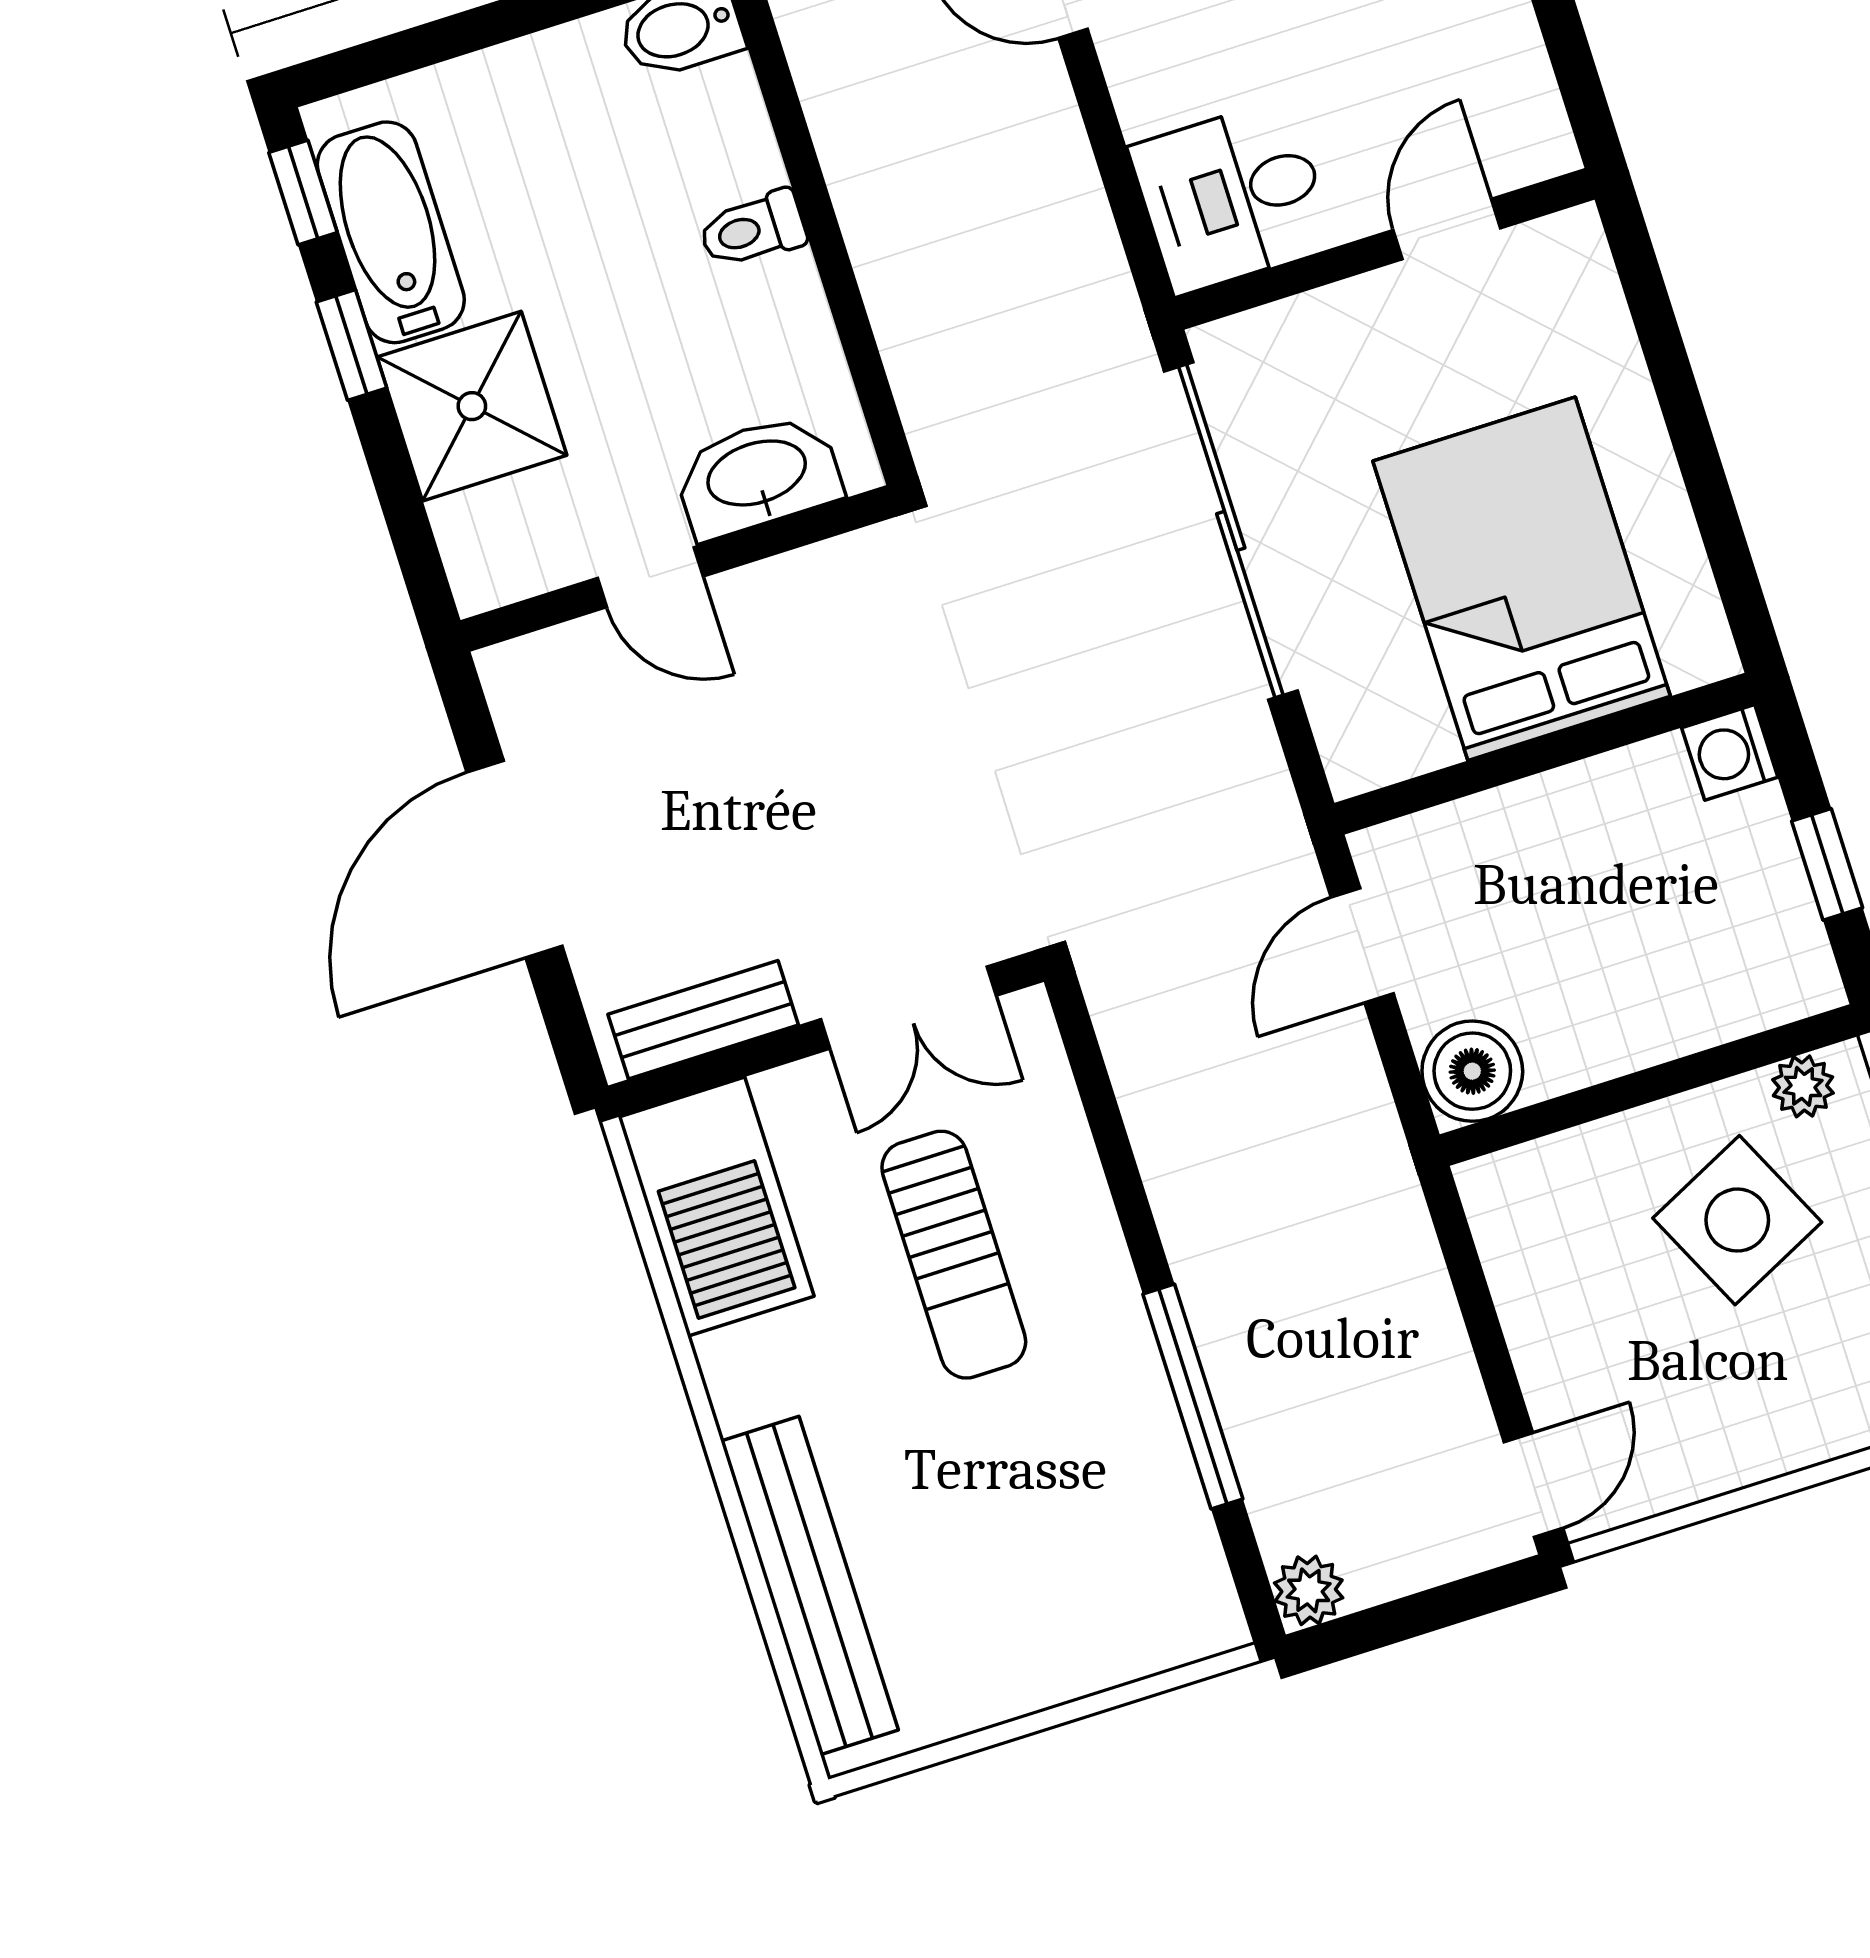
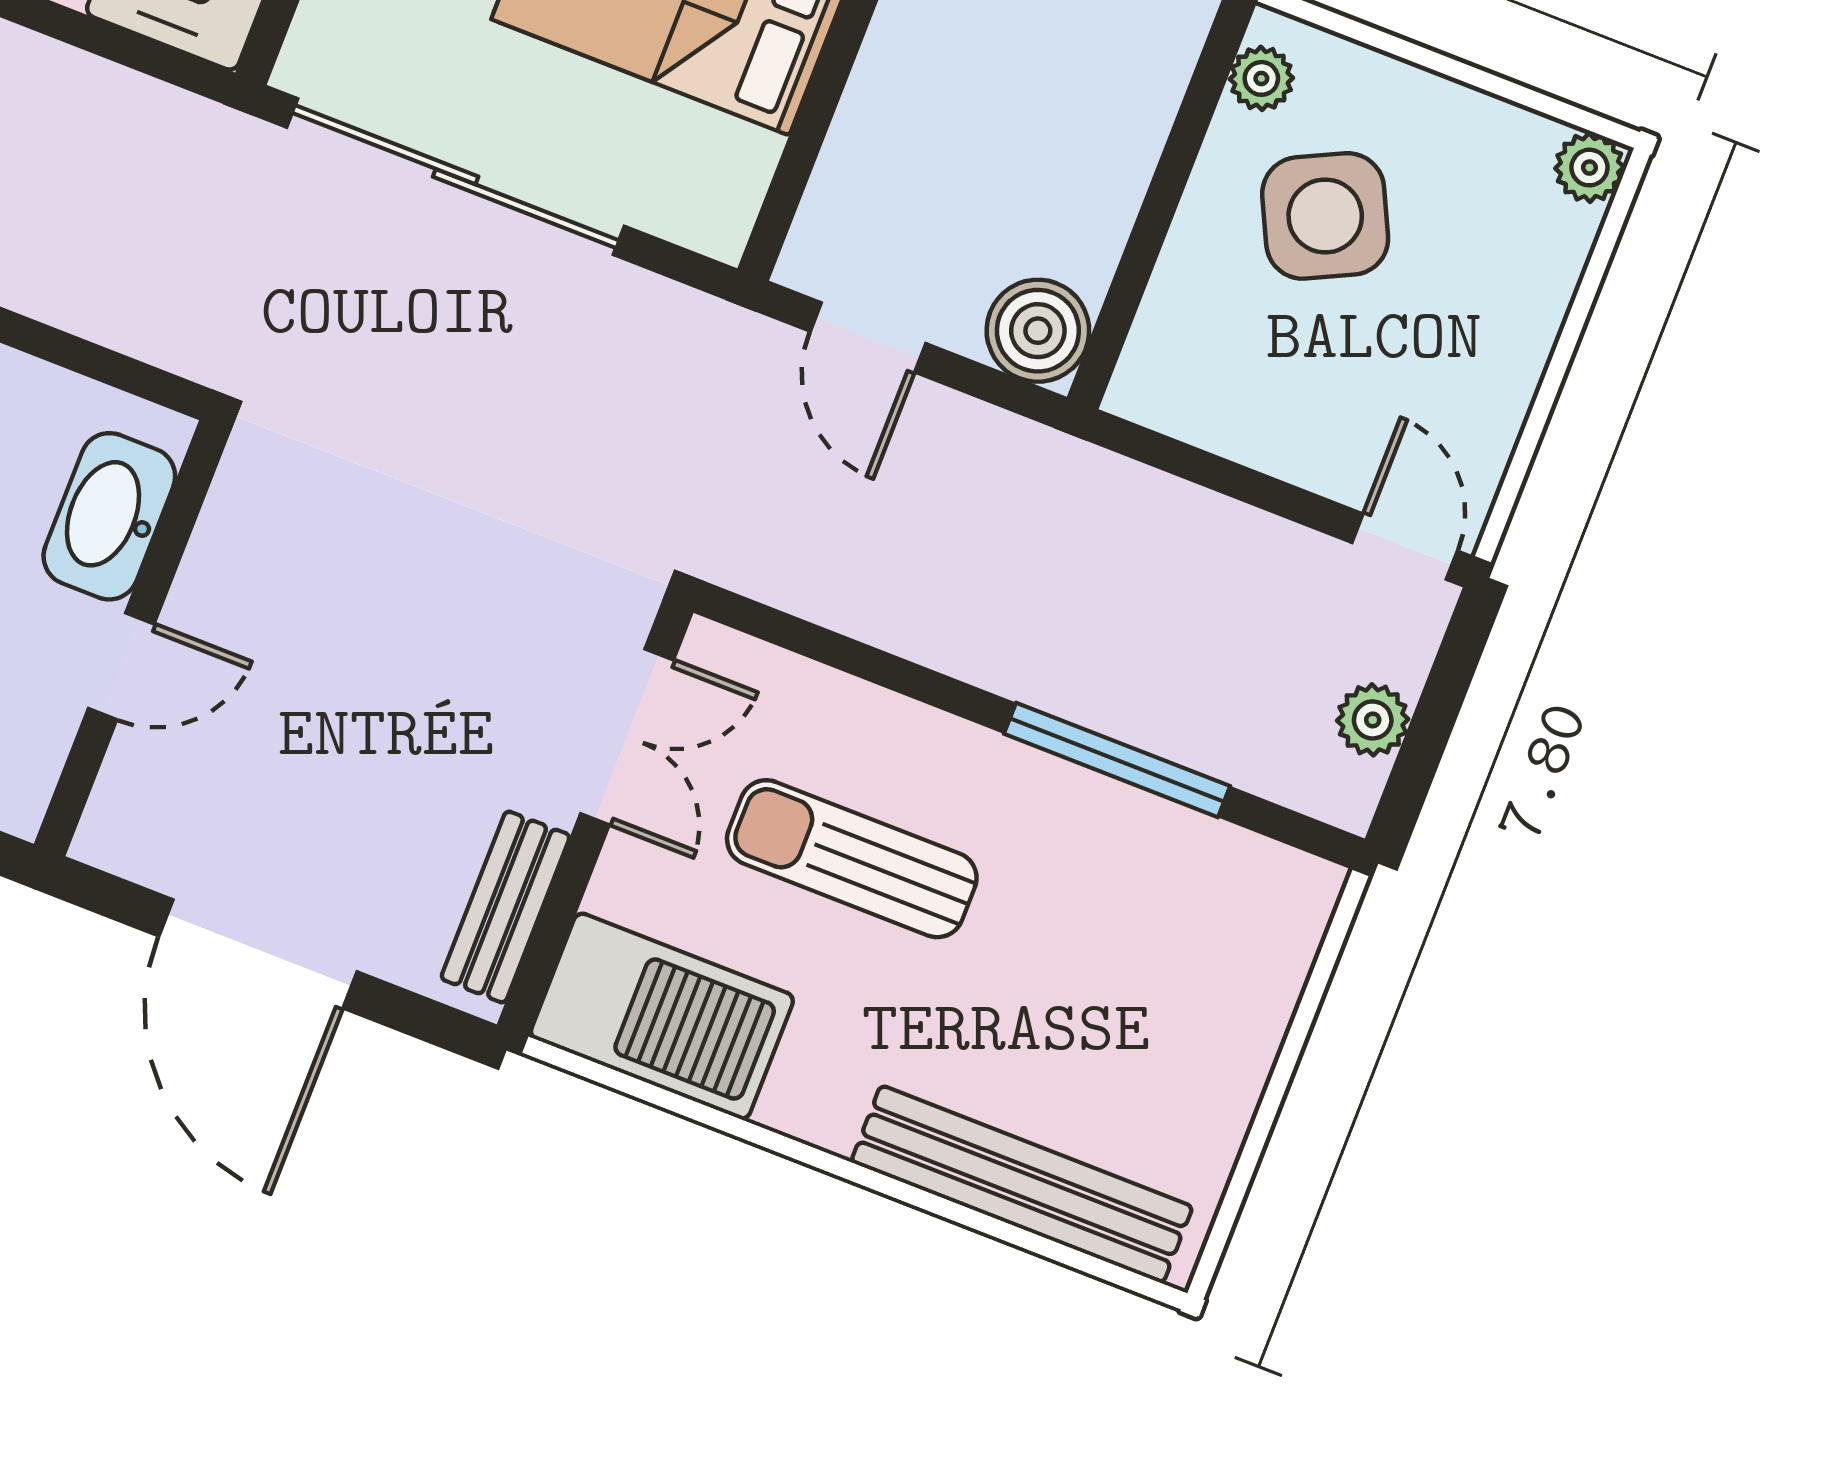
sun lounger: (954, 1255) -> (852, 859), turned 180
plant: (1309, 1590) -> (1373, 720), moved

